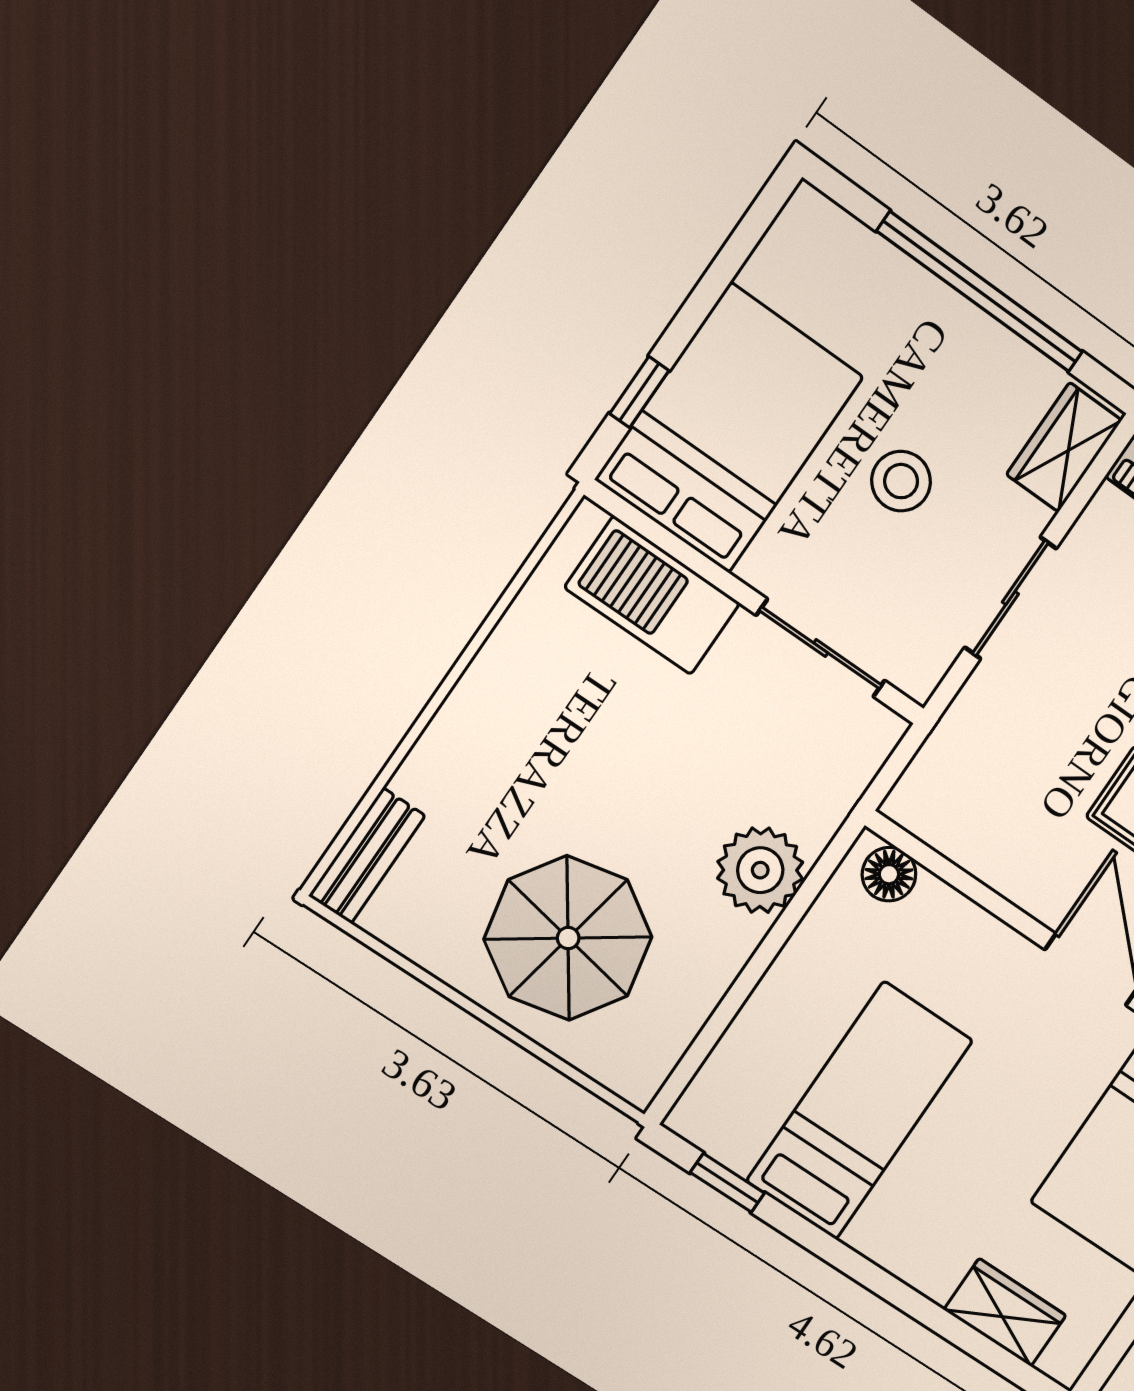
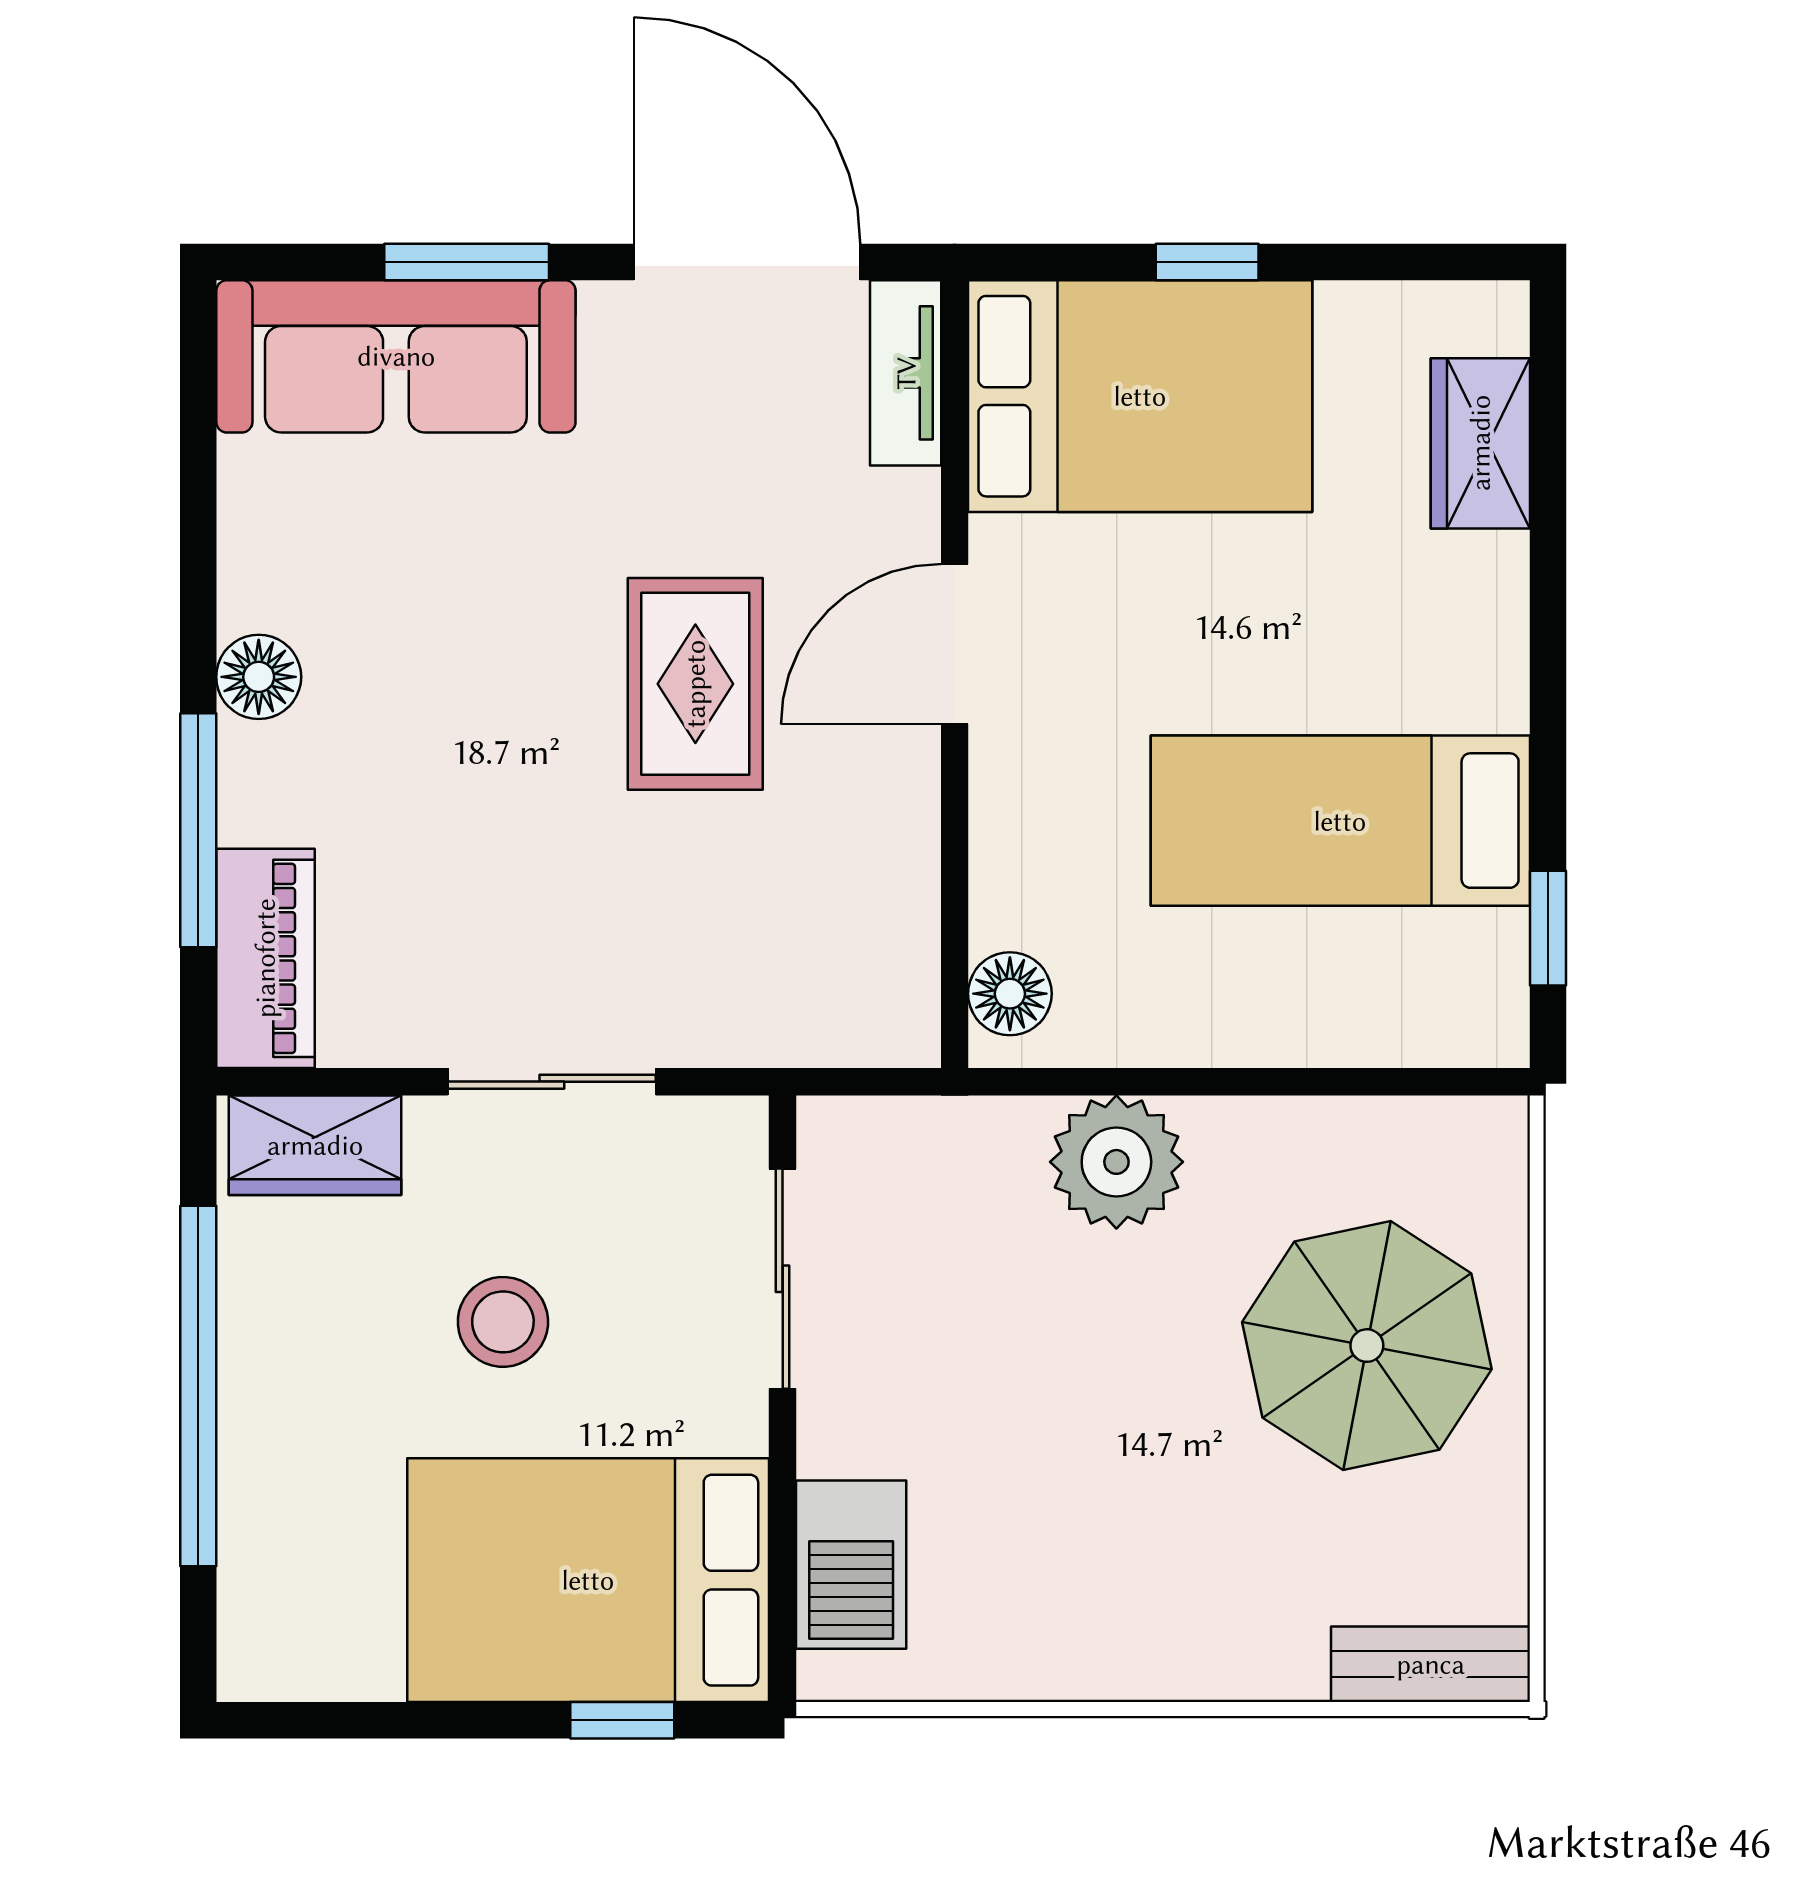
barbecue: (652, 595) -> (851, 1565), width x0.73, depth x0.83

